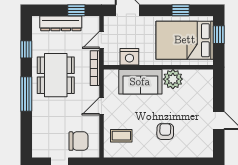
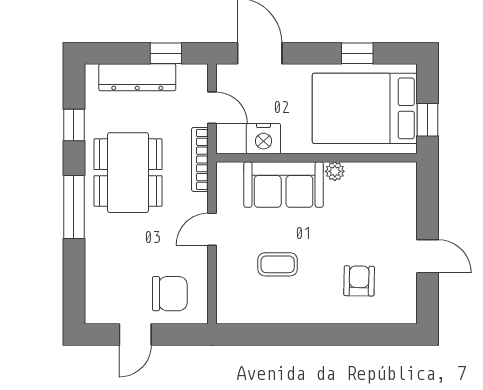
window: (219, 35) -> (427, 120), moved
door: (101, 40) -> (212, 108), swing flipped
plant: (173, 79) -> (335, 171), width x0.53, depth x0.53
armchair: (165, 131) -> (359, 281), moved
coffee table: (121, 136) -> (278, 264), moved

